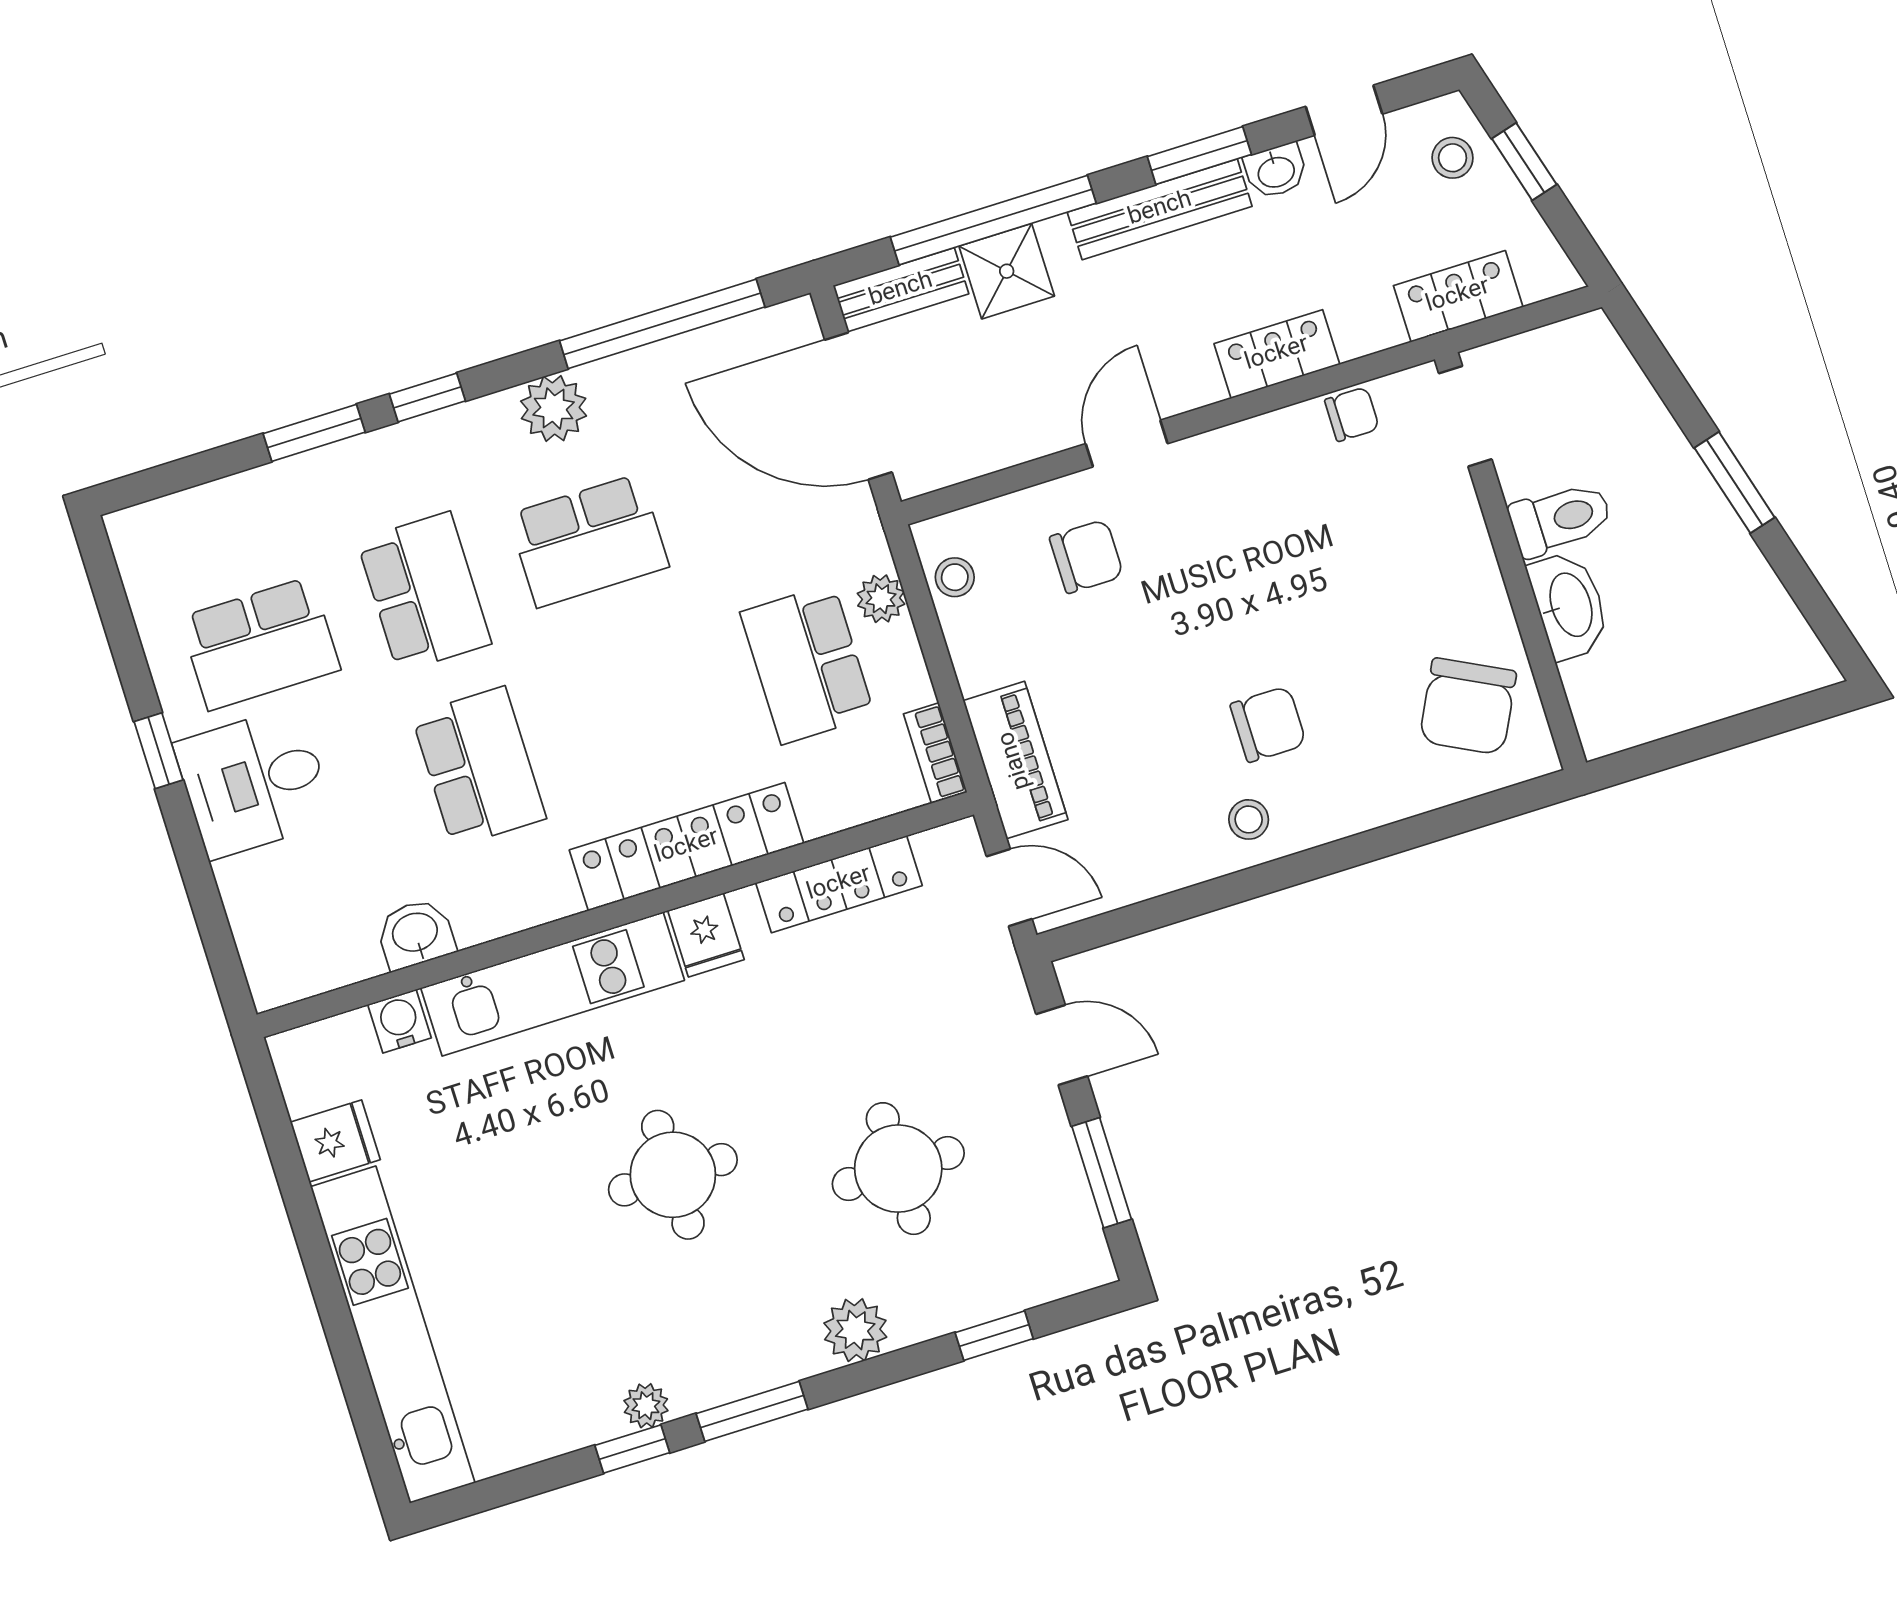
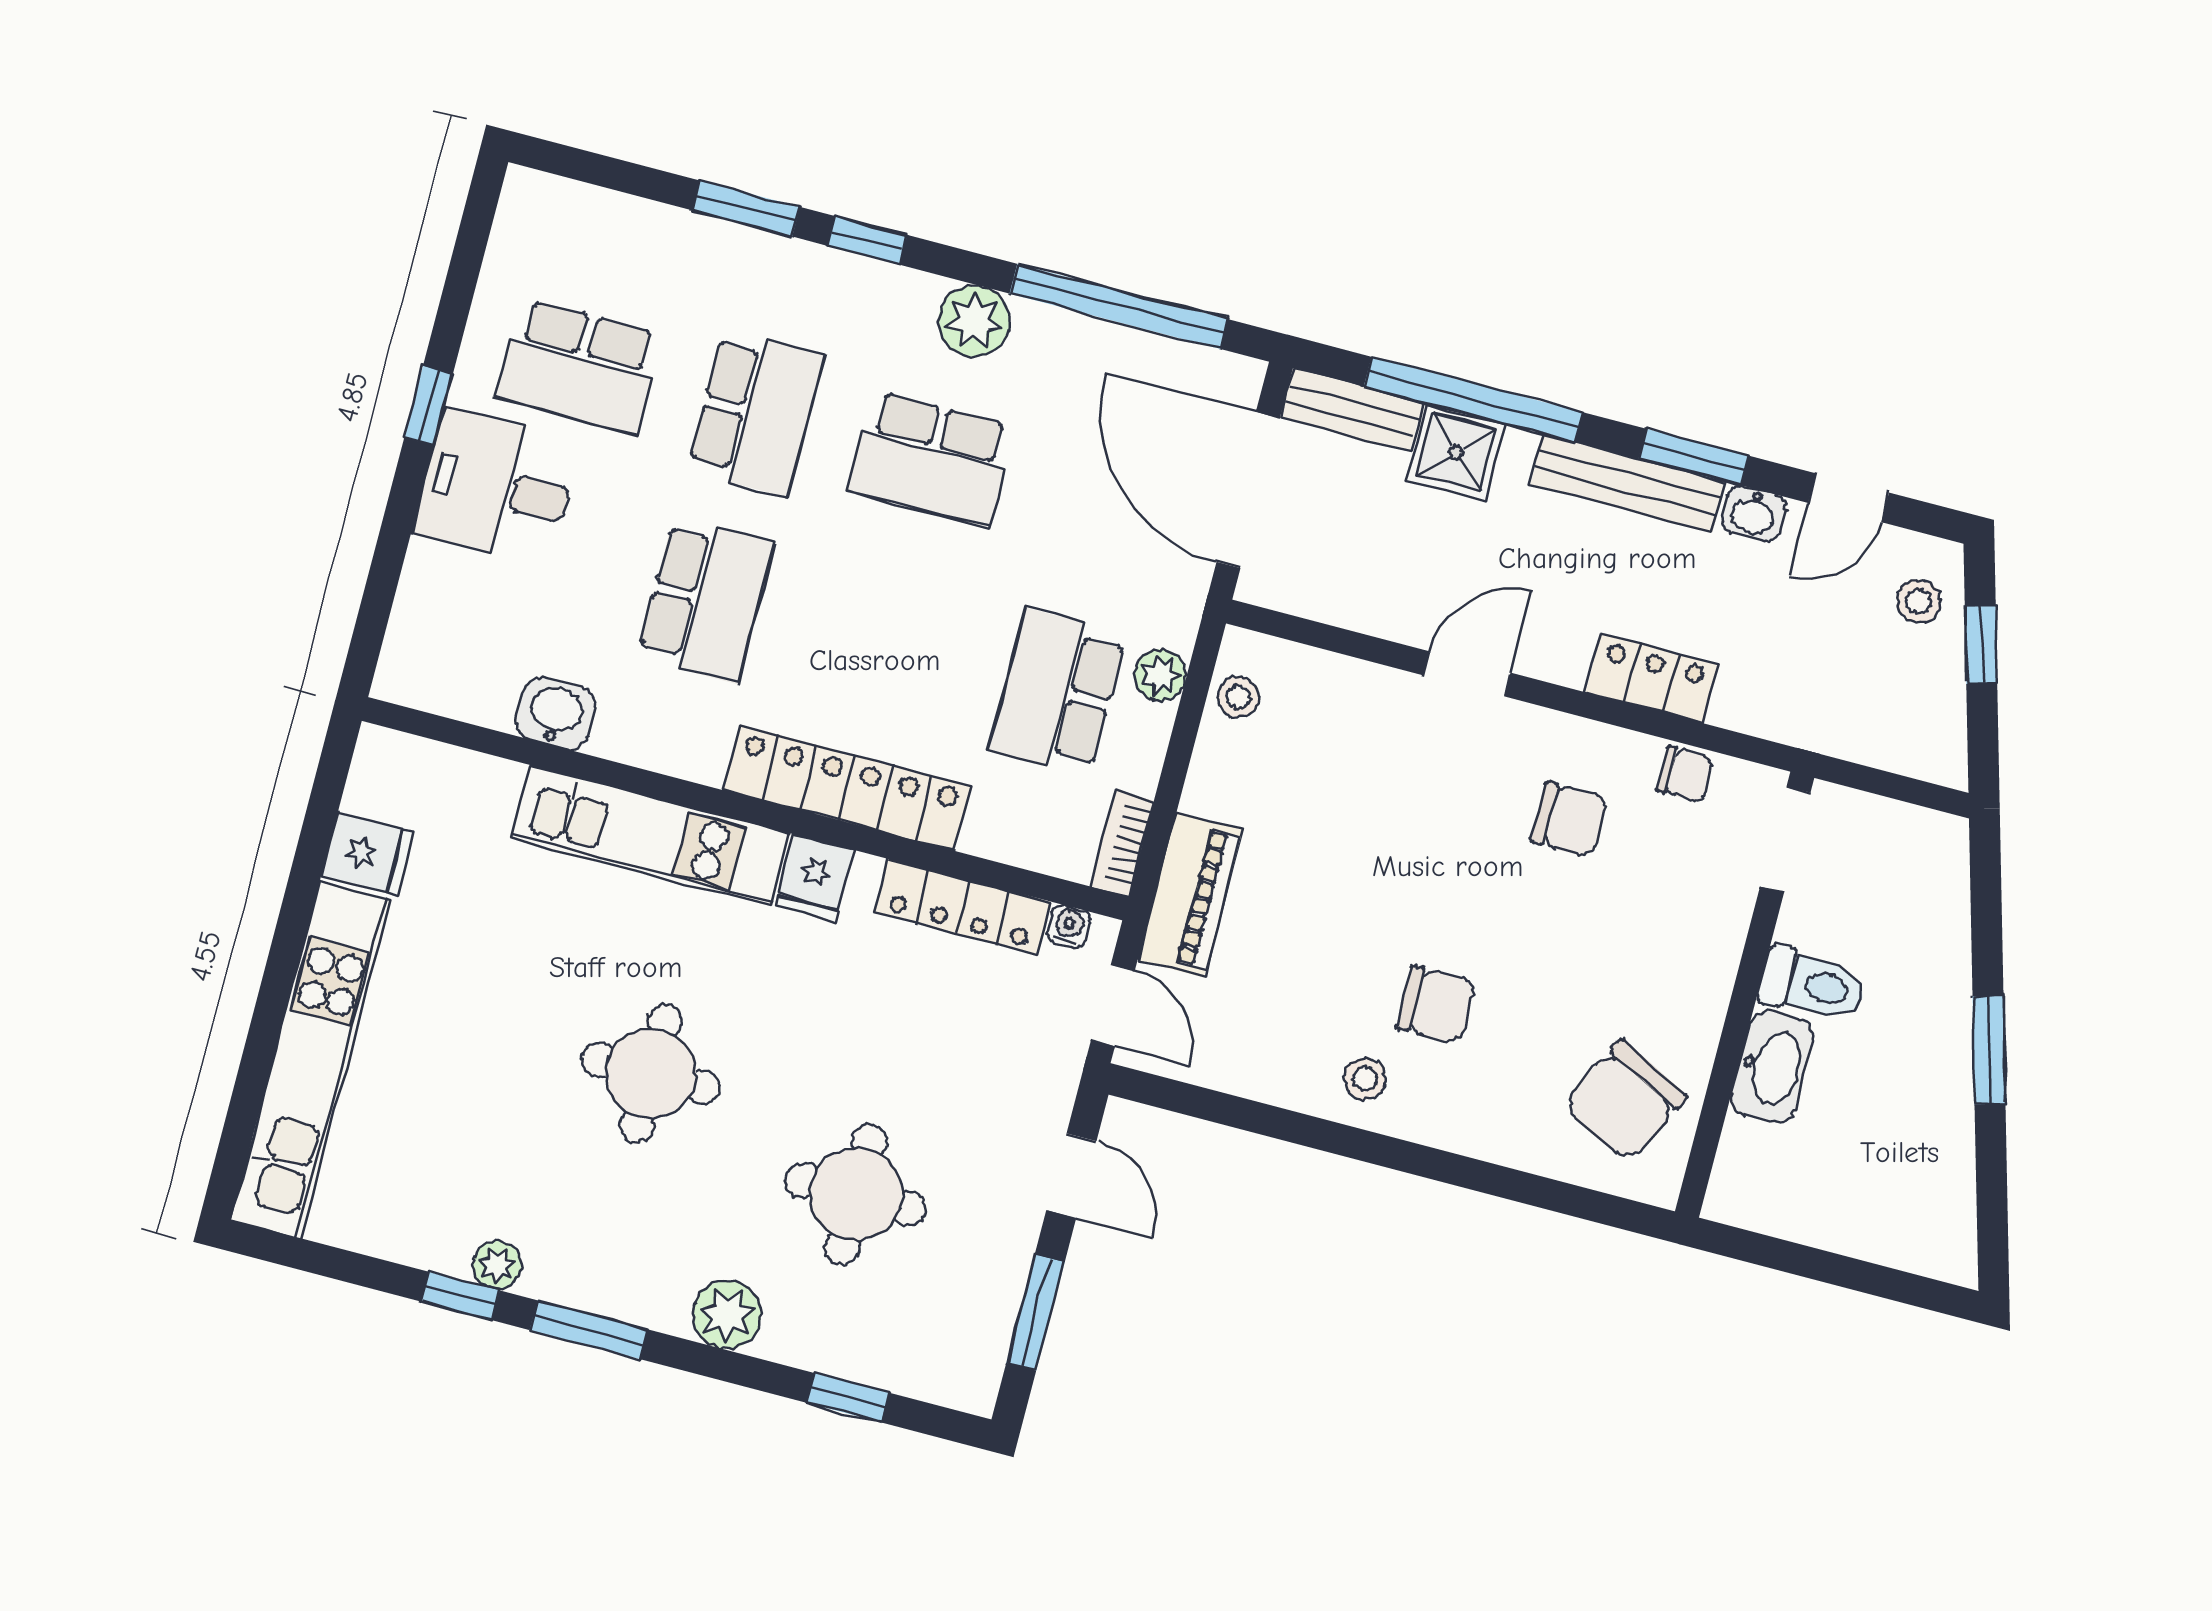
locker: (1458, 296) -> (1846, 728), removed
chair: (1086, 556) -> (1569, 820), moved
water cooler: (399, 1021) -> (1069, 926), moved, width x0.72, depth x0.72

